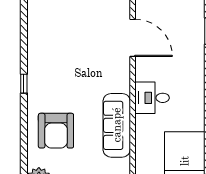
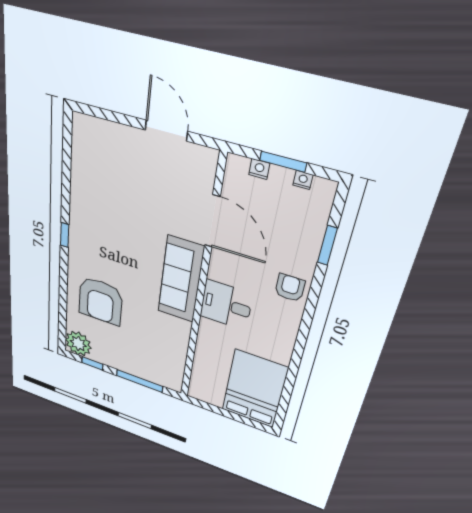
armchair: (192, 69) -> (290, 288), added
sofa: (117, 125) -> (181, 280), moved

